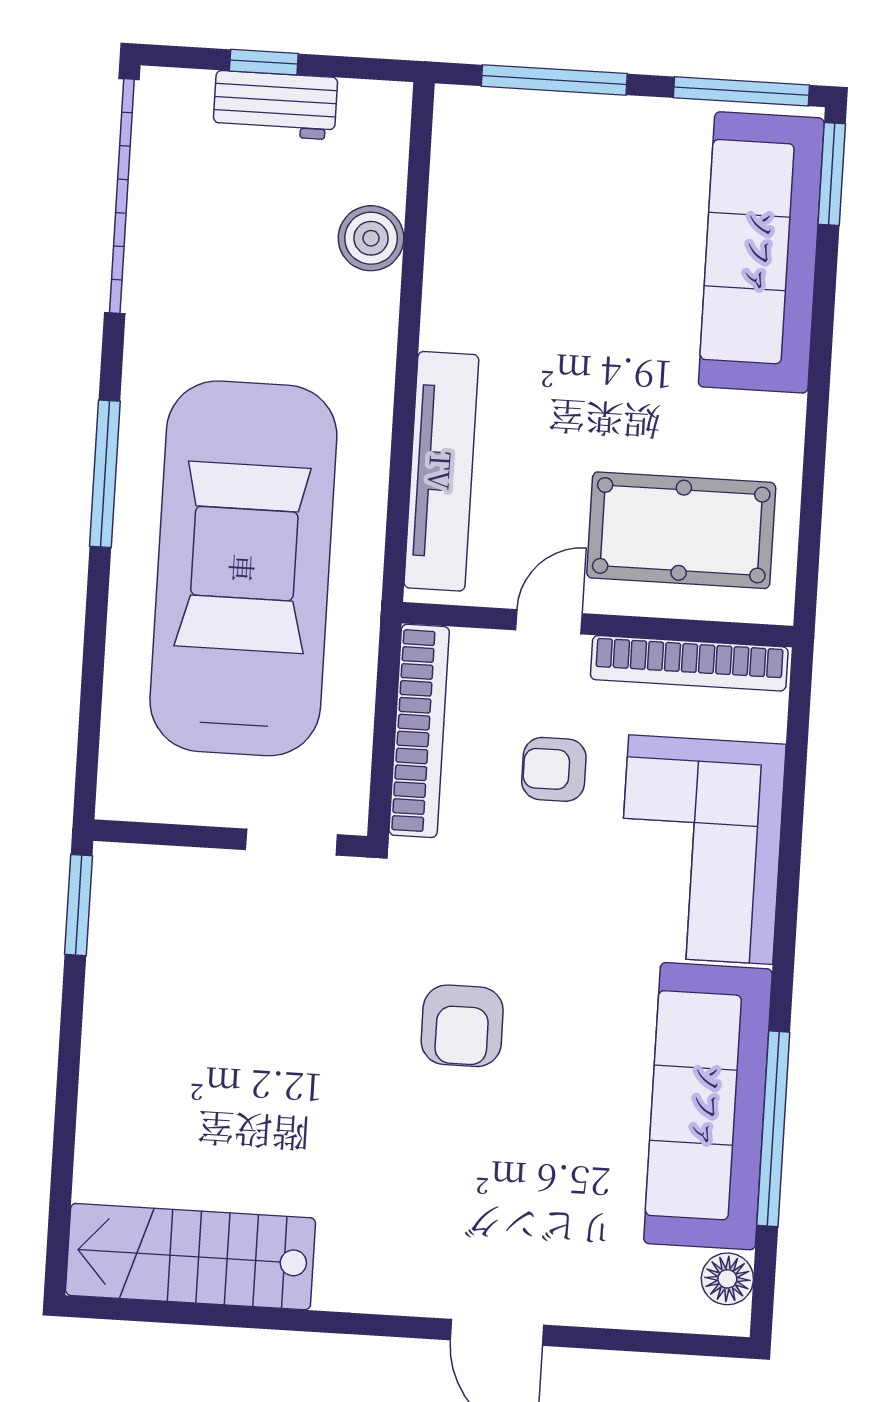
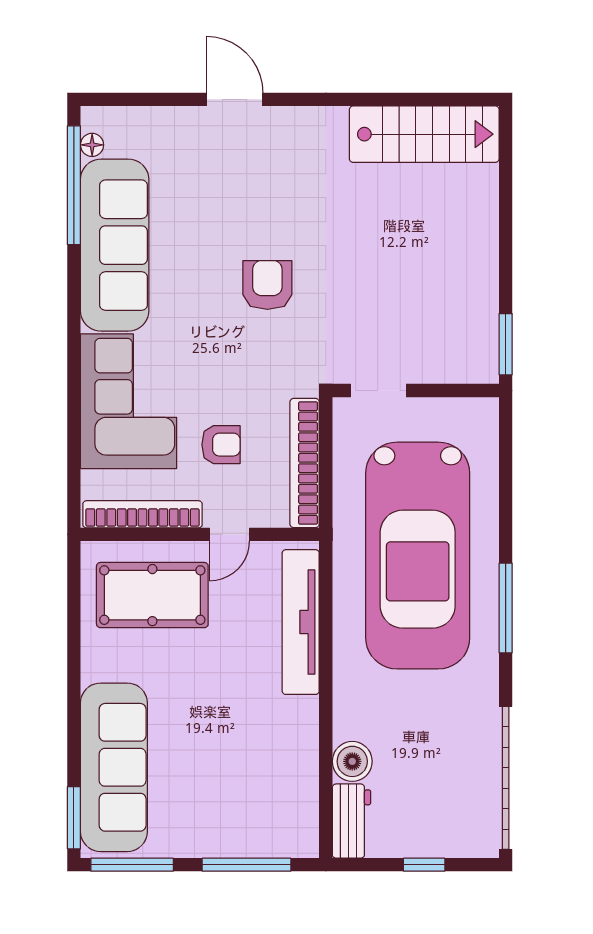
workbench: (275, 105) -> (351, 821), moved, turned 90
window: (773, 1129) -> (74, 185), moved
floor lamp: (727, 1279) -> (92, 145), width x0.73, depth x0.73

